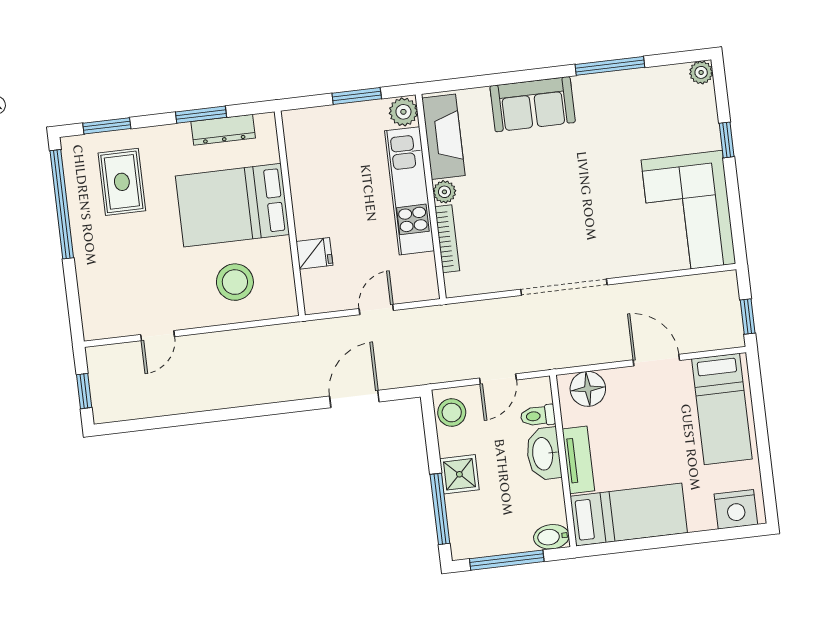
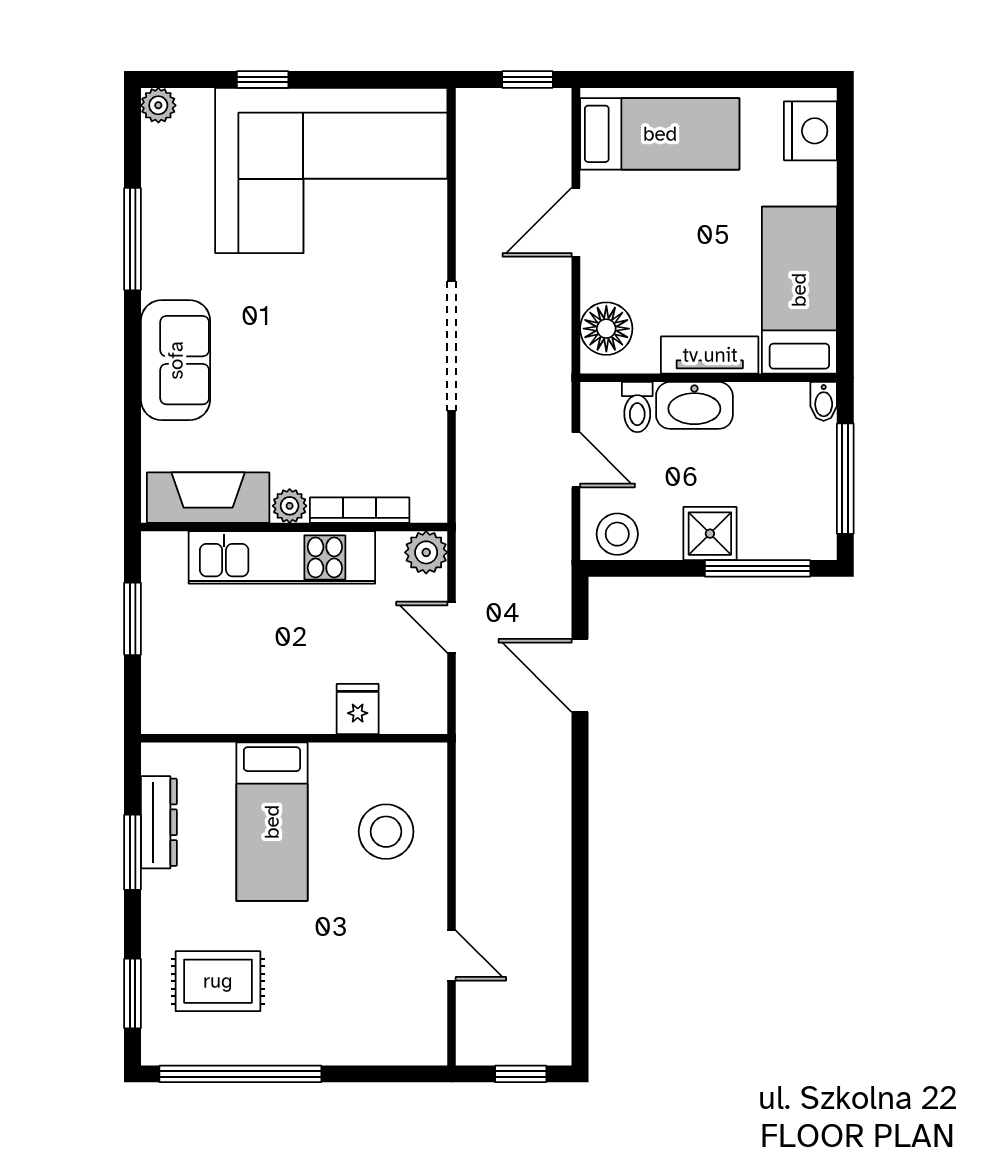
plant: (403, 112) -> (426, 552), moved
bed: (232, 205) -> (272, 822), width x0.67
corner sofa: (688, 212) -> (331, 170), width x1.36, depth x1.36
bidet: (551, 537) -> (824, 401), width x0.72, depth x0.74

